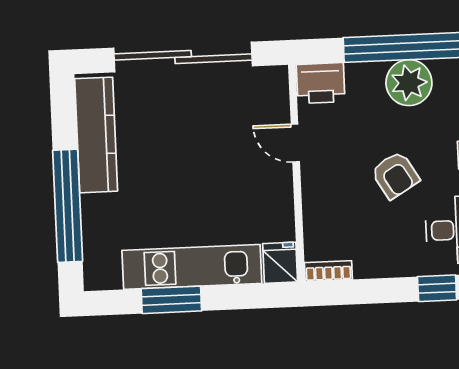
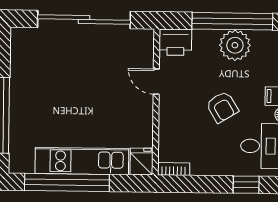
kitchen counter: (96, 135) -> (22, 69), removed
window: (171, 300) -> (67, 182), width x2.11

